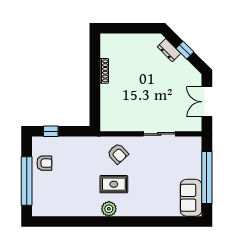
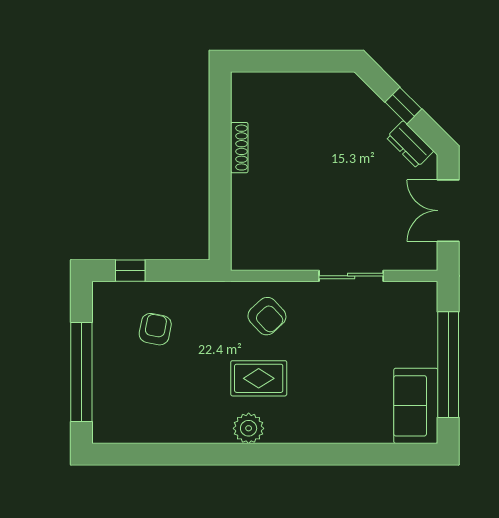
dresser: (169, 50) -> (410, 144), moved
armchair: (44, 163) -> (155, 329), moved, turned -79

